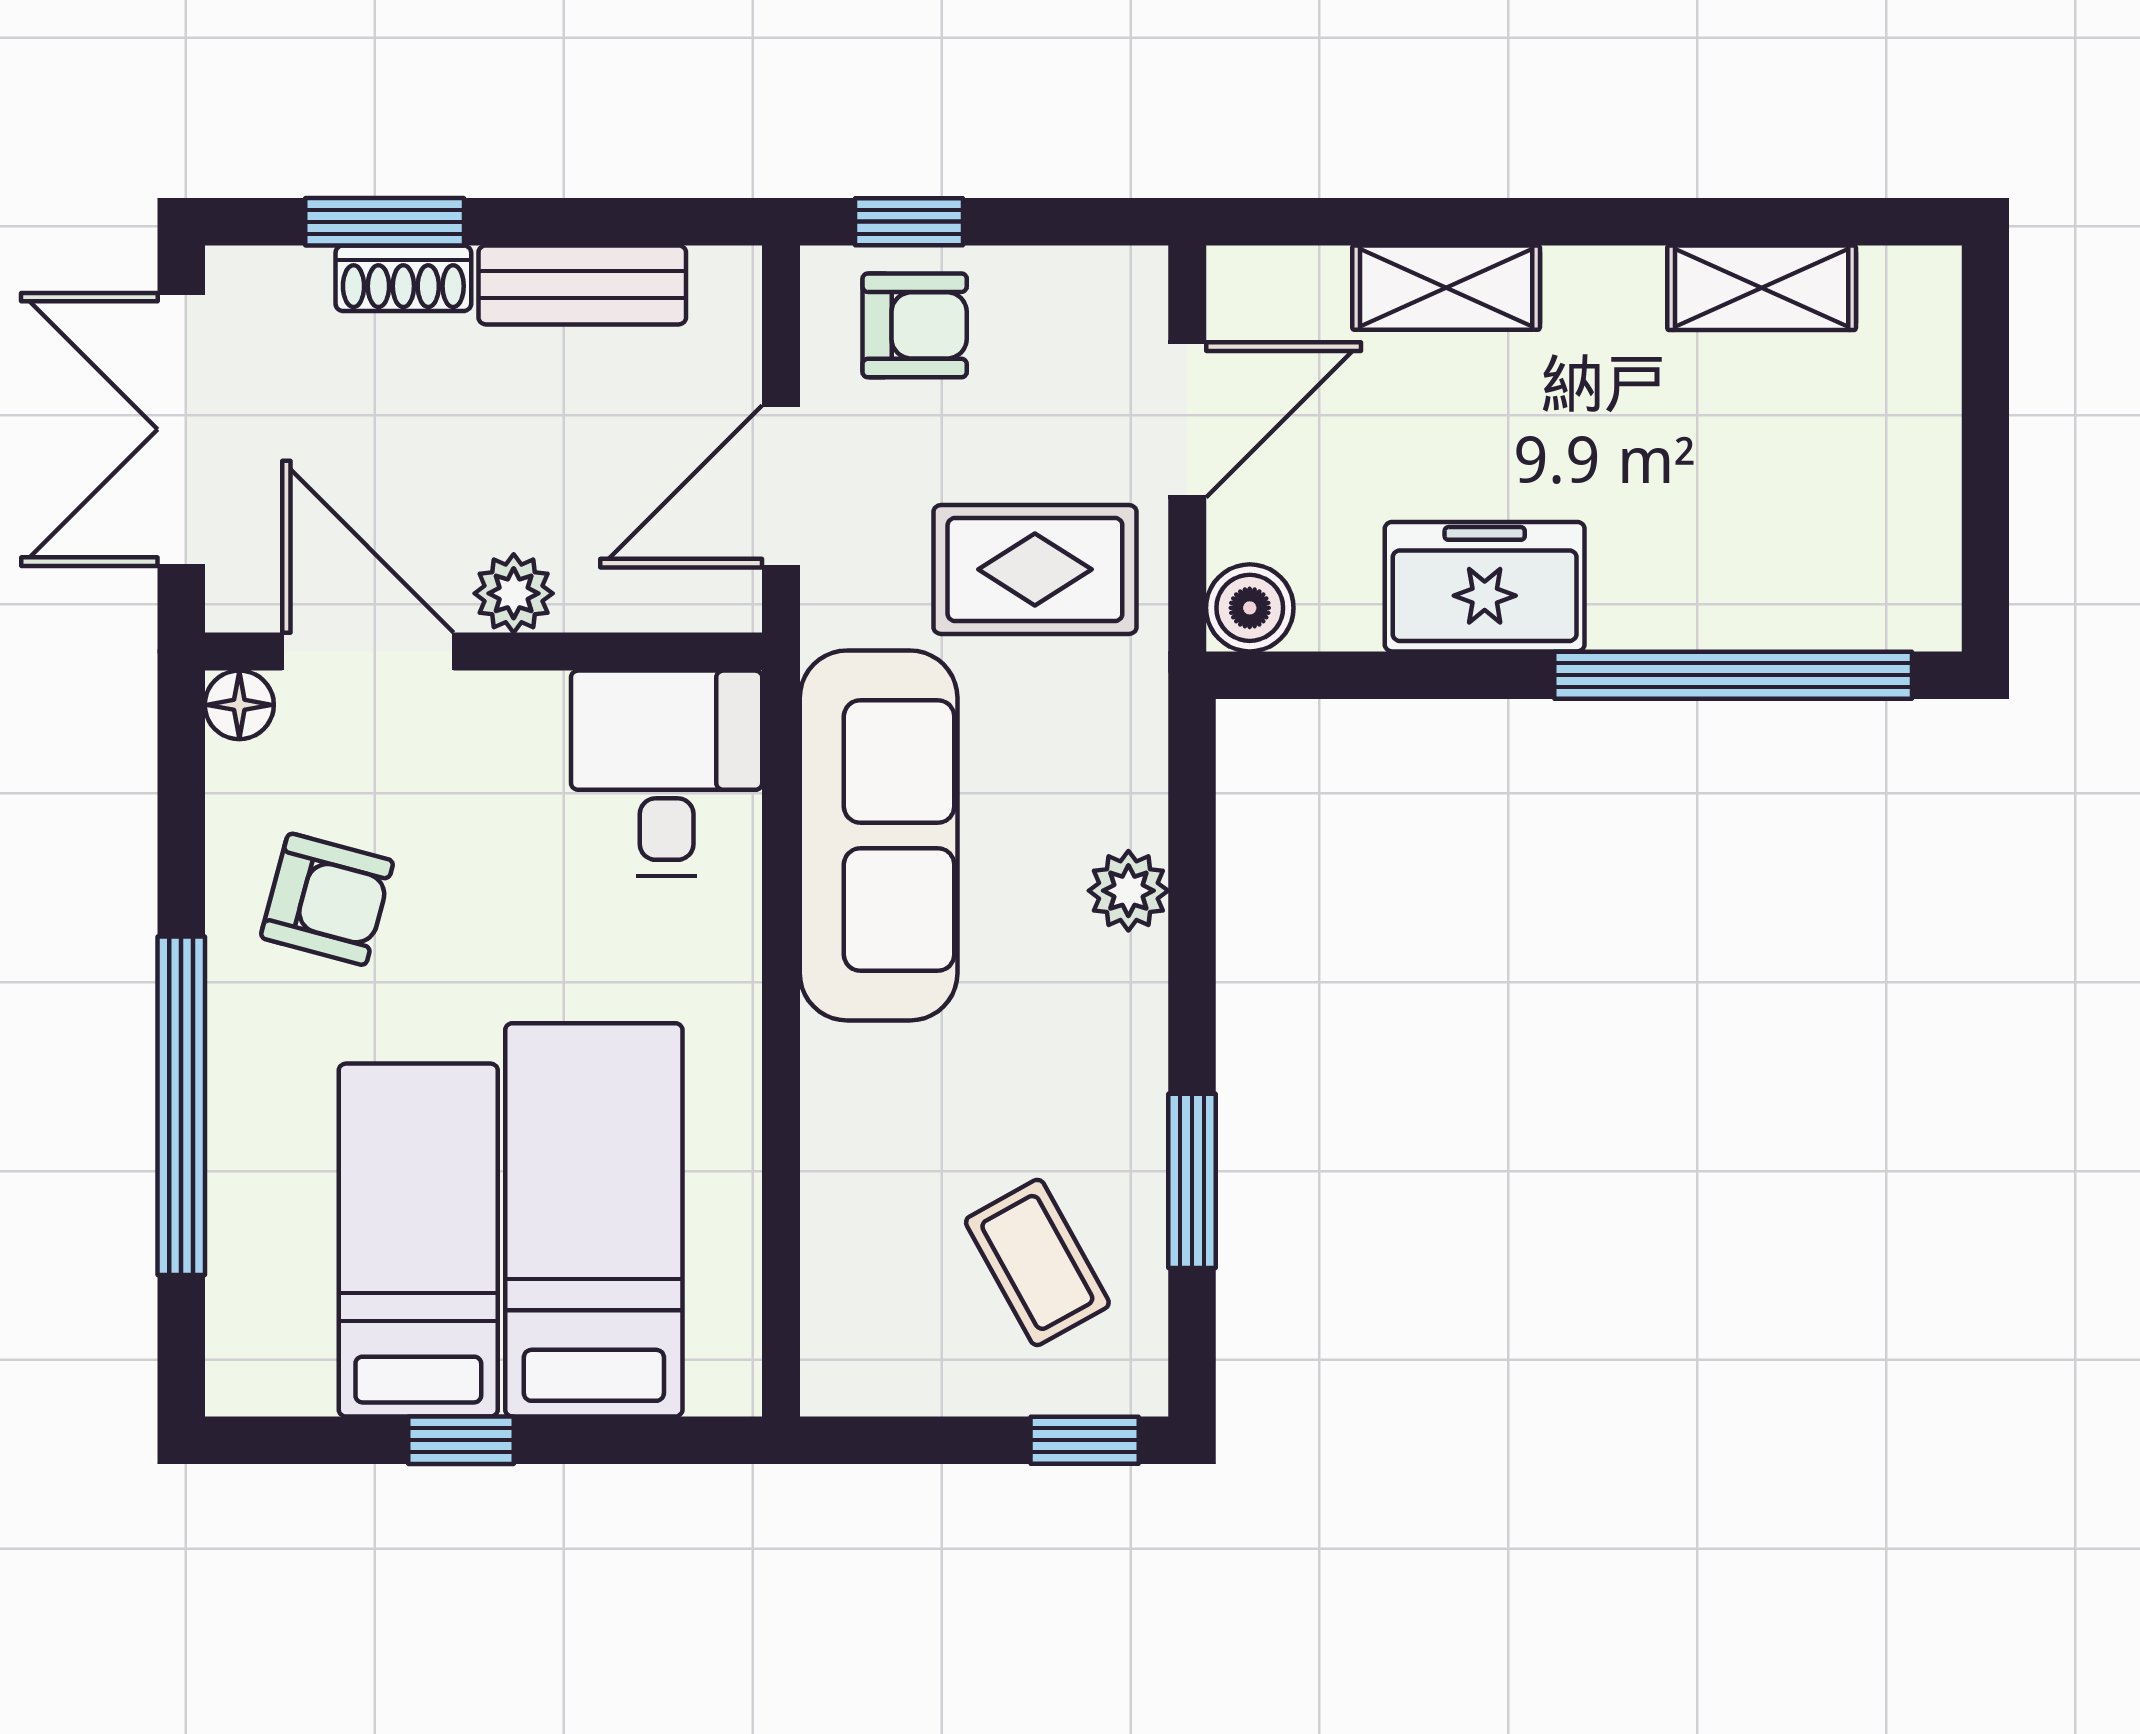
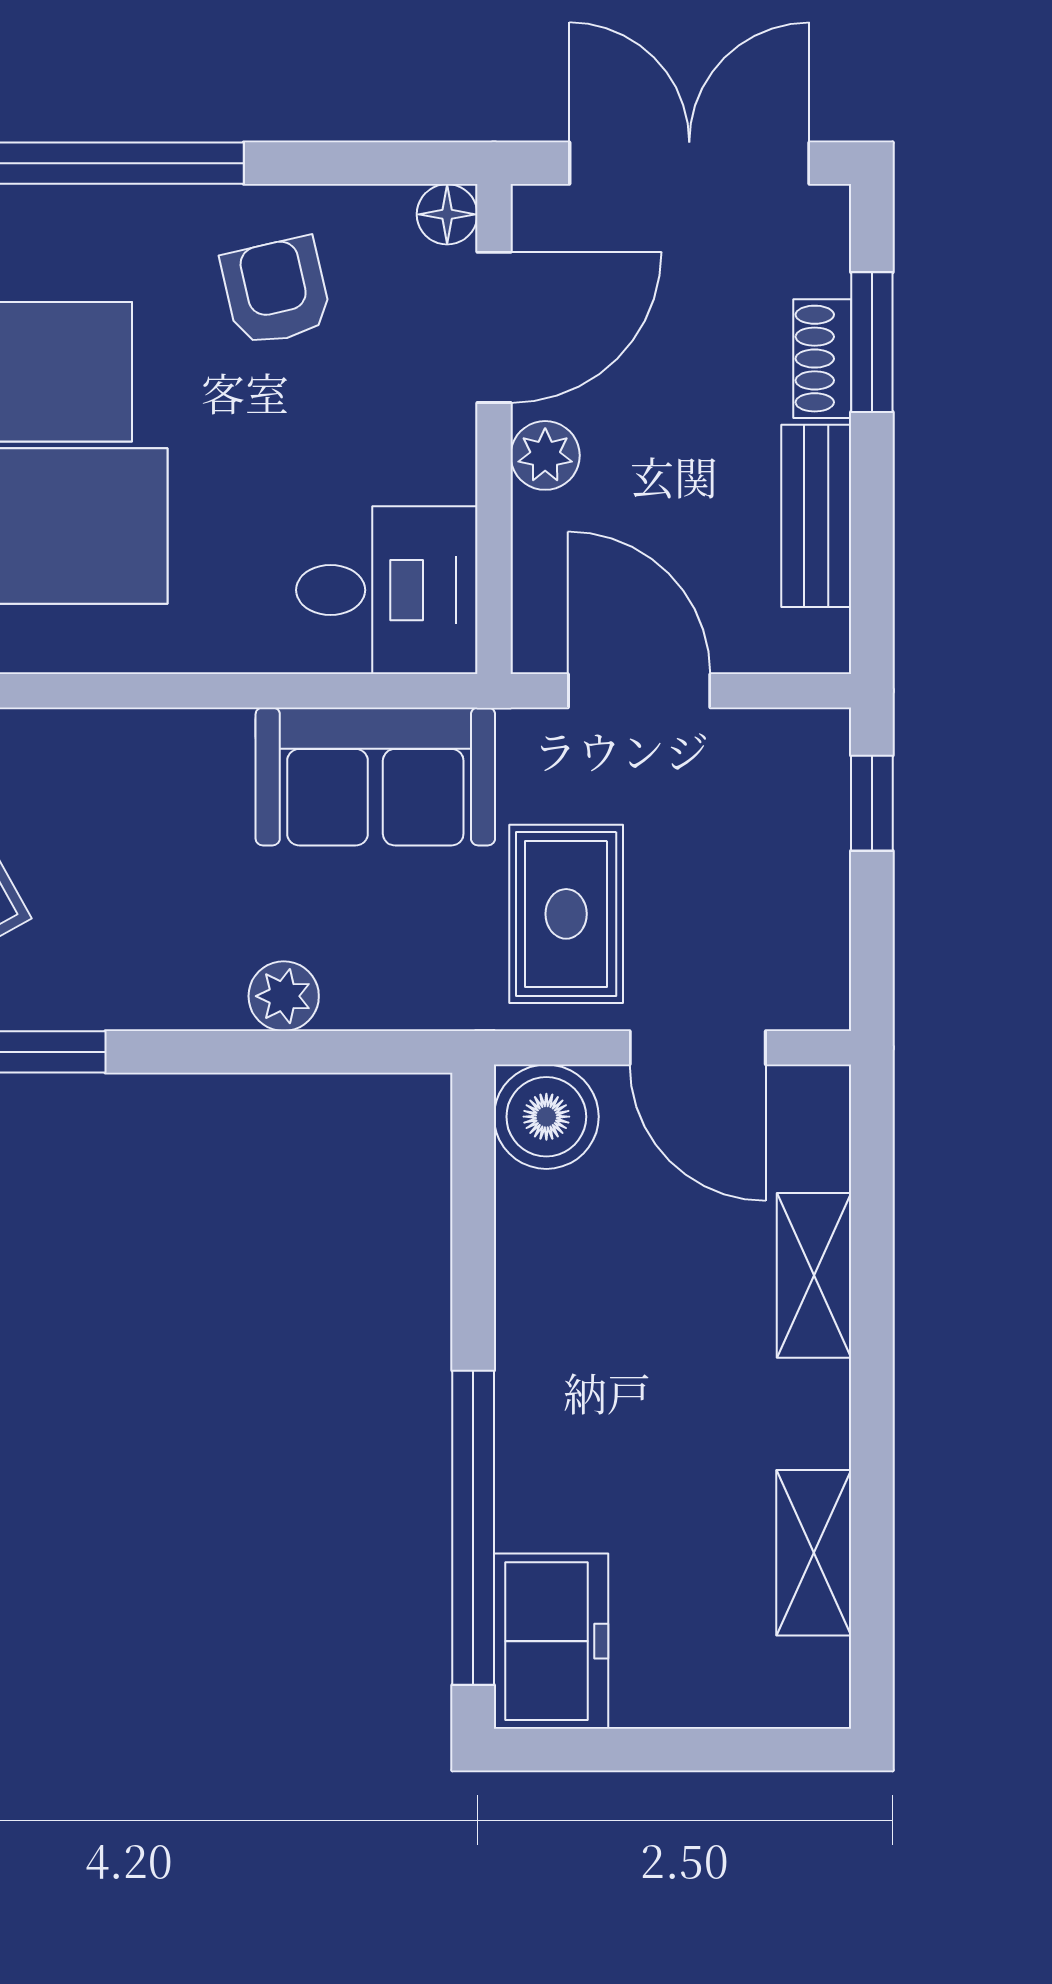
armchair: (915, 325) -> (781, 808), removed
freezer: (1485, 587) -> (551, 1641), moved
boiler: (1250, 608) -> (546, 1117), width x1.36, depth x1.36
sofa: (879, 835) -> (375, 776), width x0.73
armchair: (327, 899) -> (276, 291), turned 152

